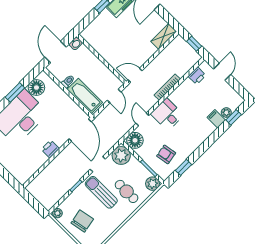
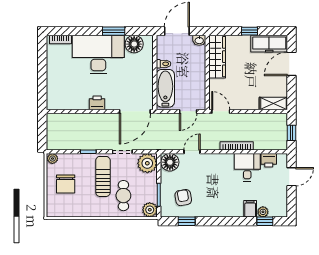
wardrobe: (98, 42) -> (217, 57), added
desk: (167, 114) -> (247, 167), moved
chair: (82, 221) -> (66, 184), turned 101

